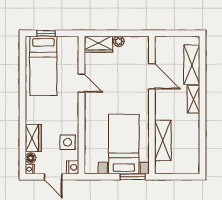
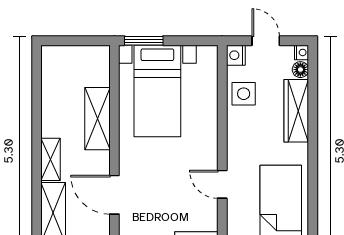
wardrobe: (33, 138) -> (296, 111), width x1.50
shelving: (163, 140) -> (98, 119), moved

